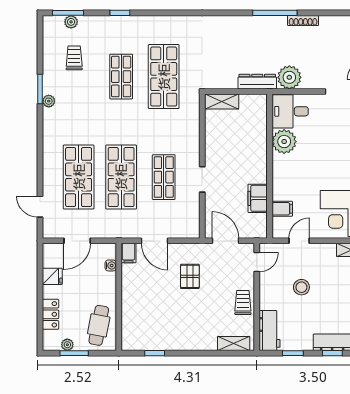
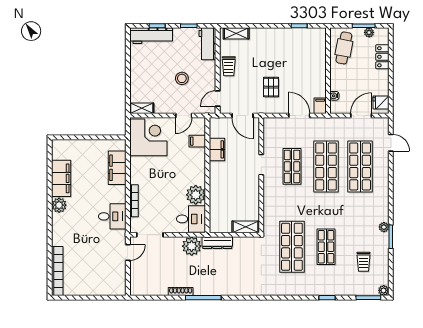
plant: (71, 22) -> (384, 290), moved
fridge: (52, 276) -> (381, 103), moved

